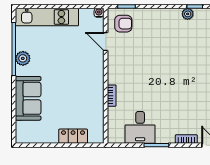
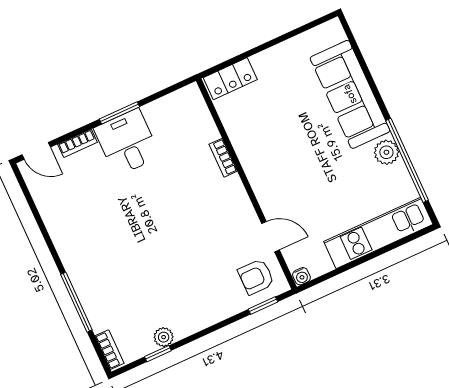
sofa: (28, 98) -> (350, 94), width x1.36
desk: (140, 127) -> (127, 142), moved
locker: (73, 136) -> (230, 79), moved

